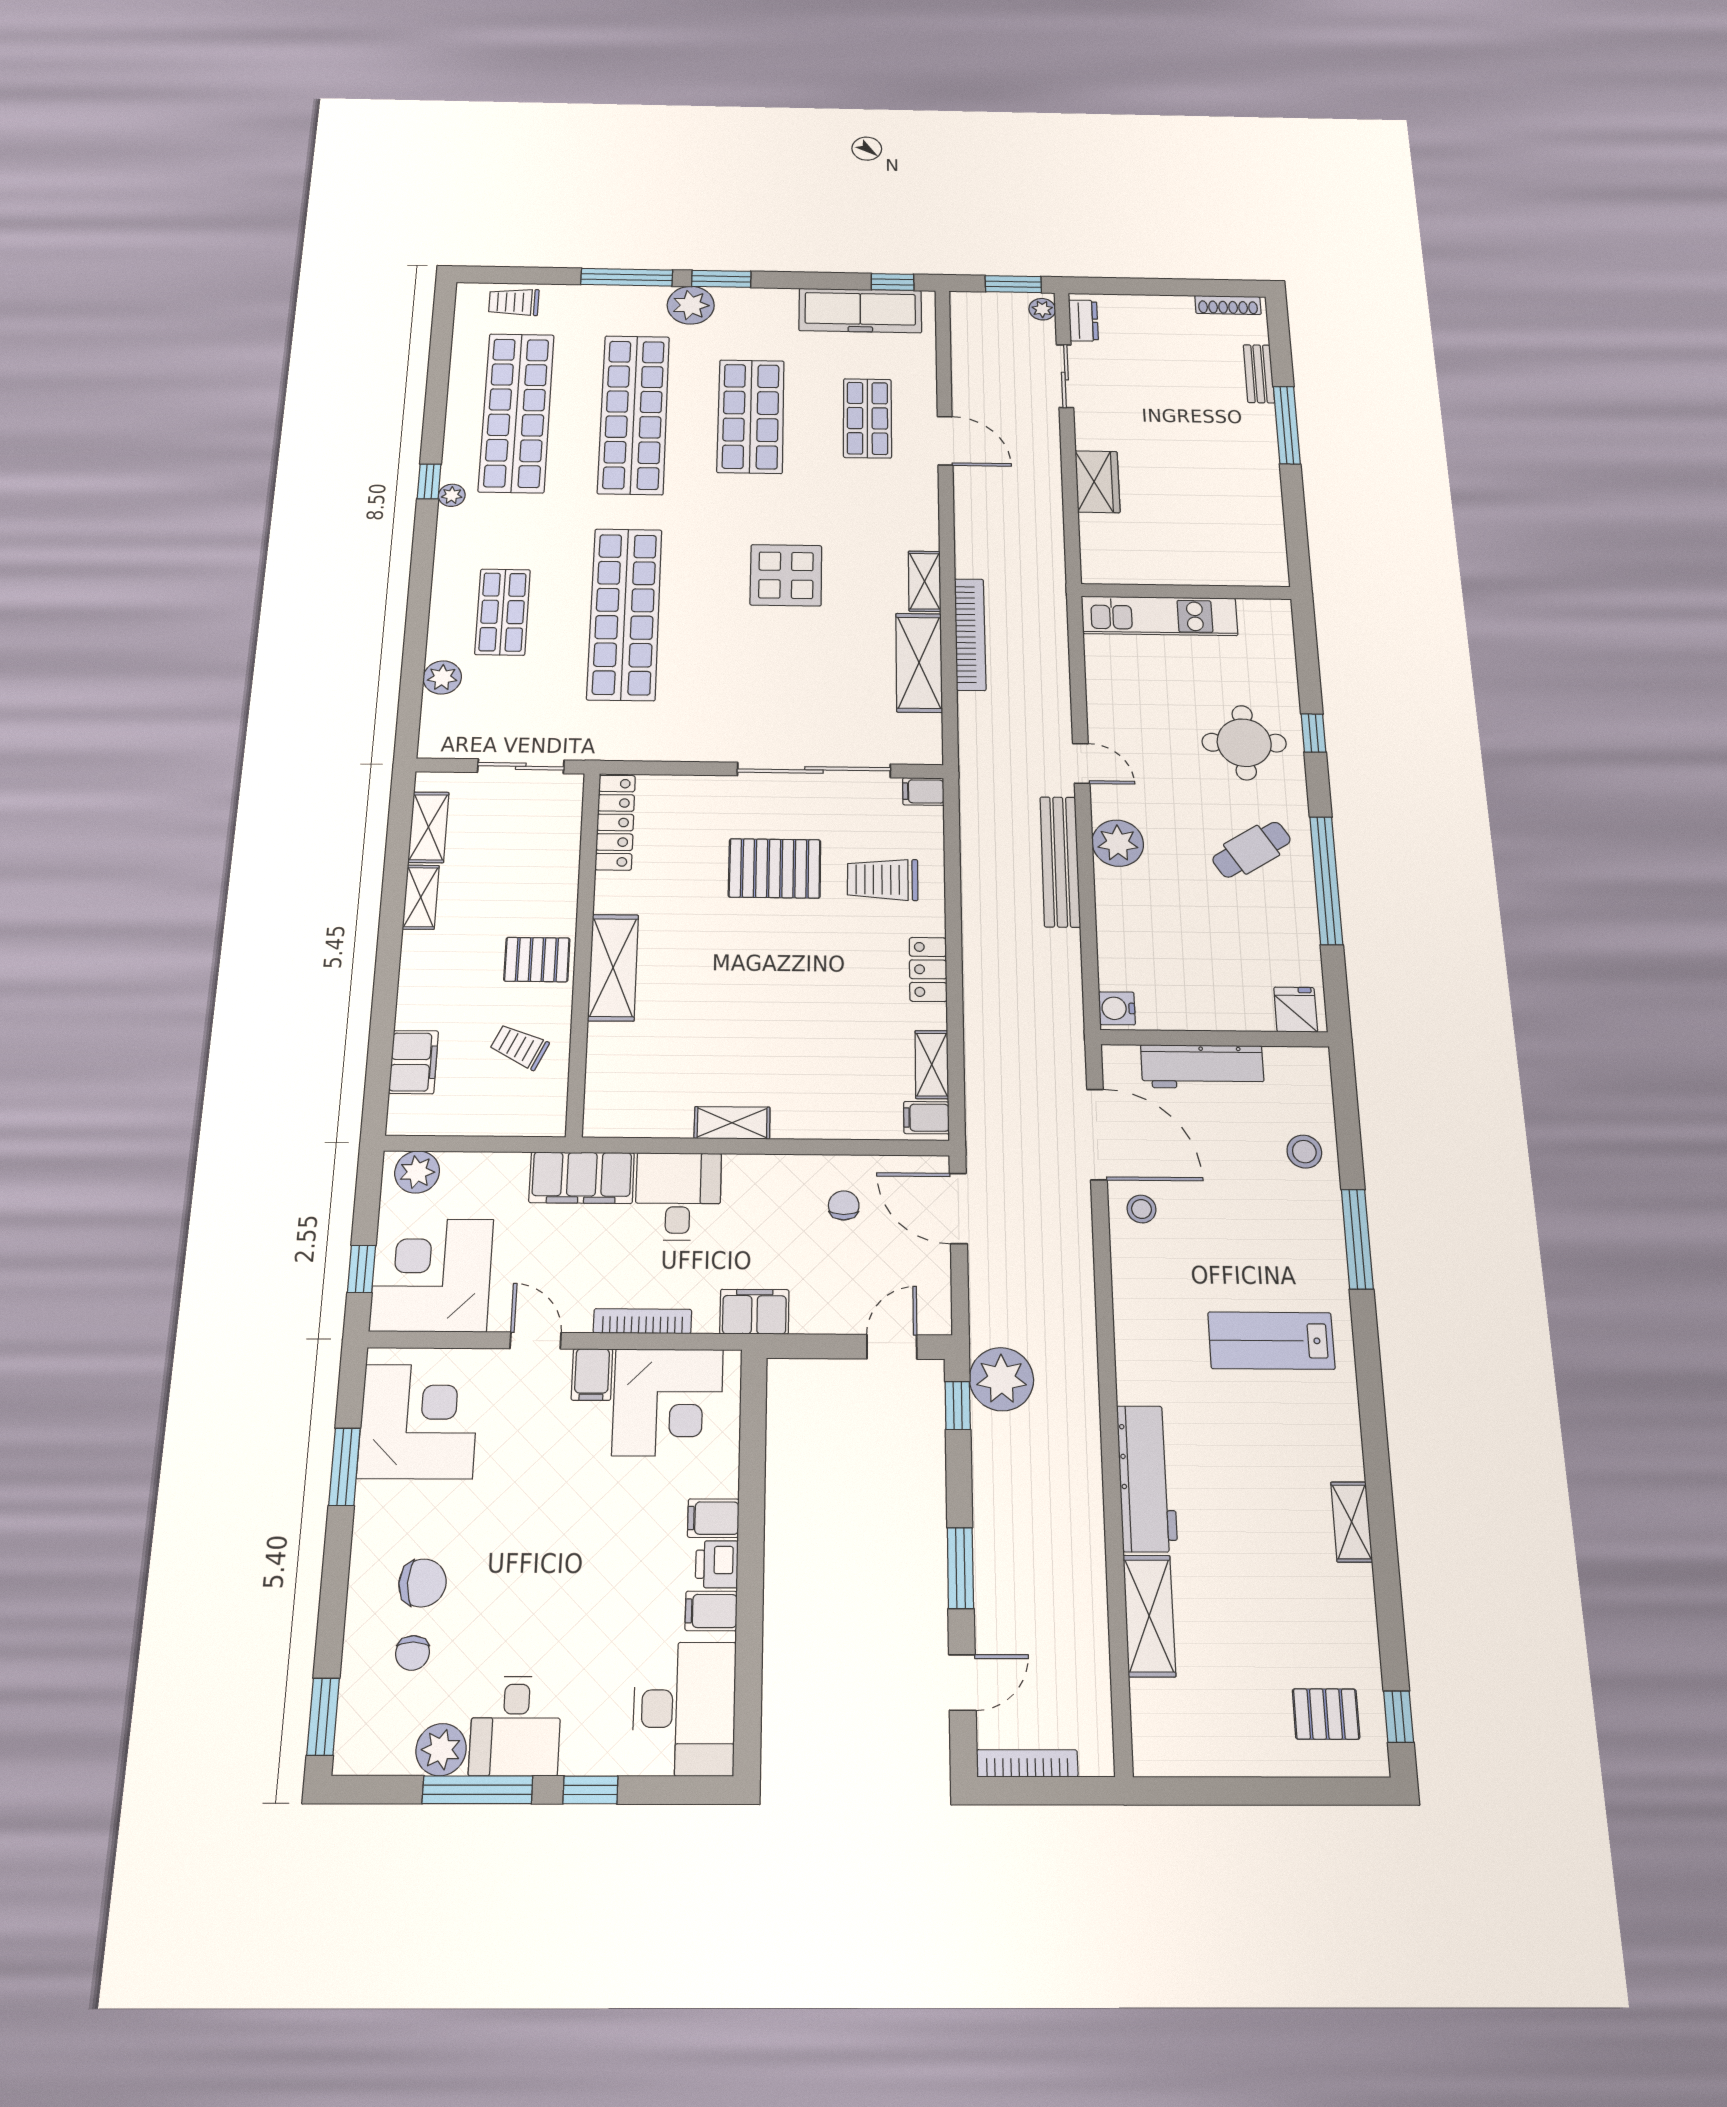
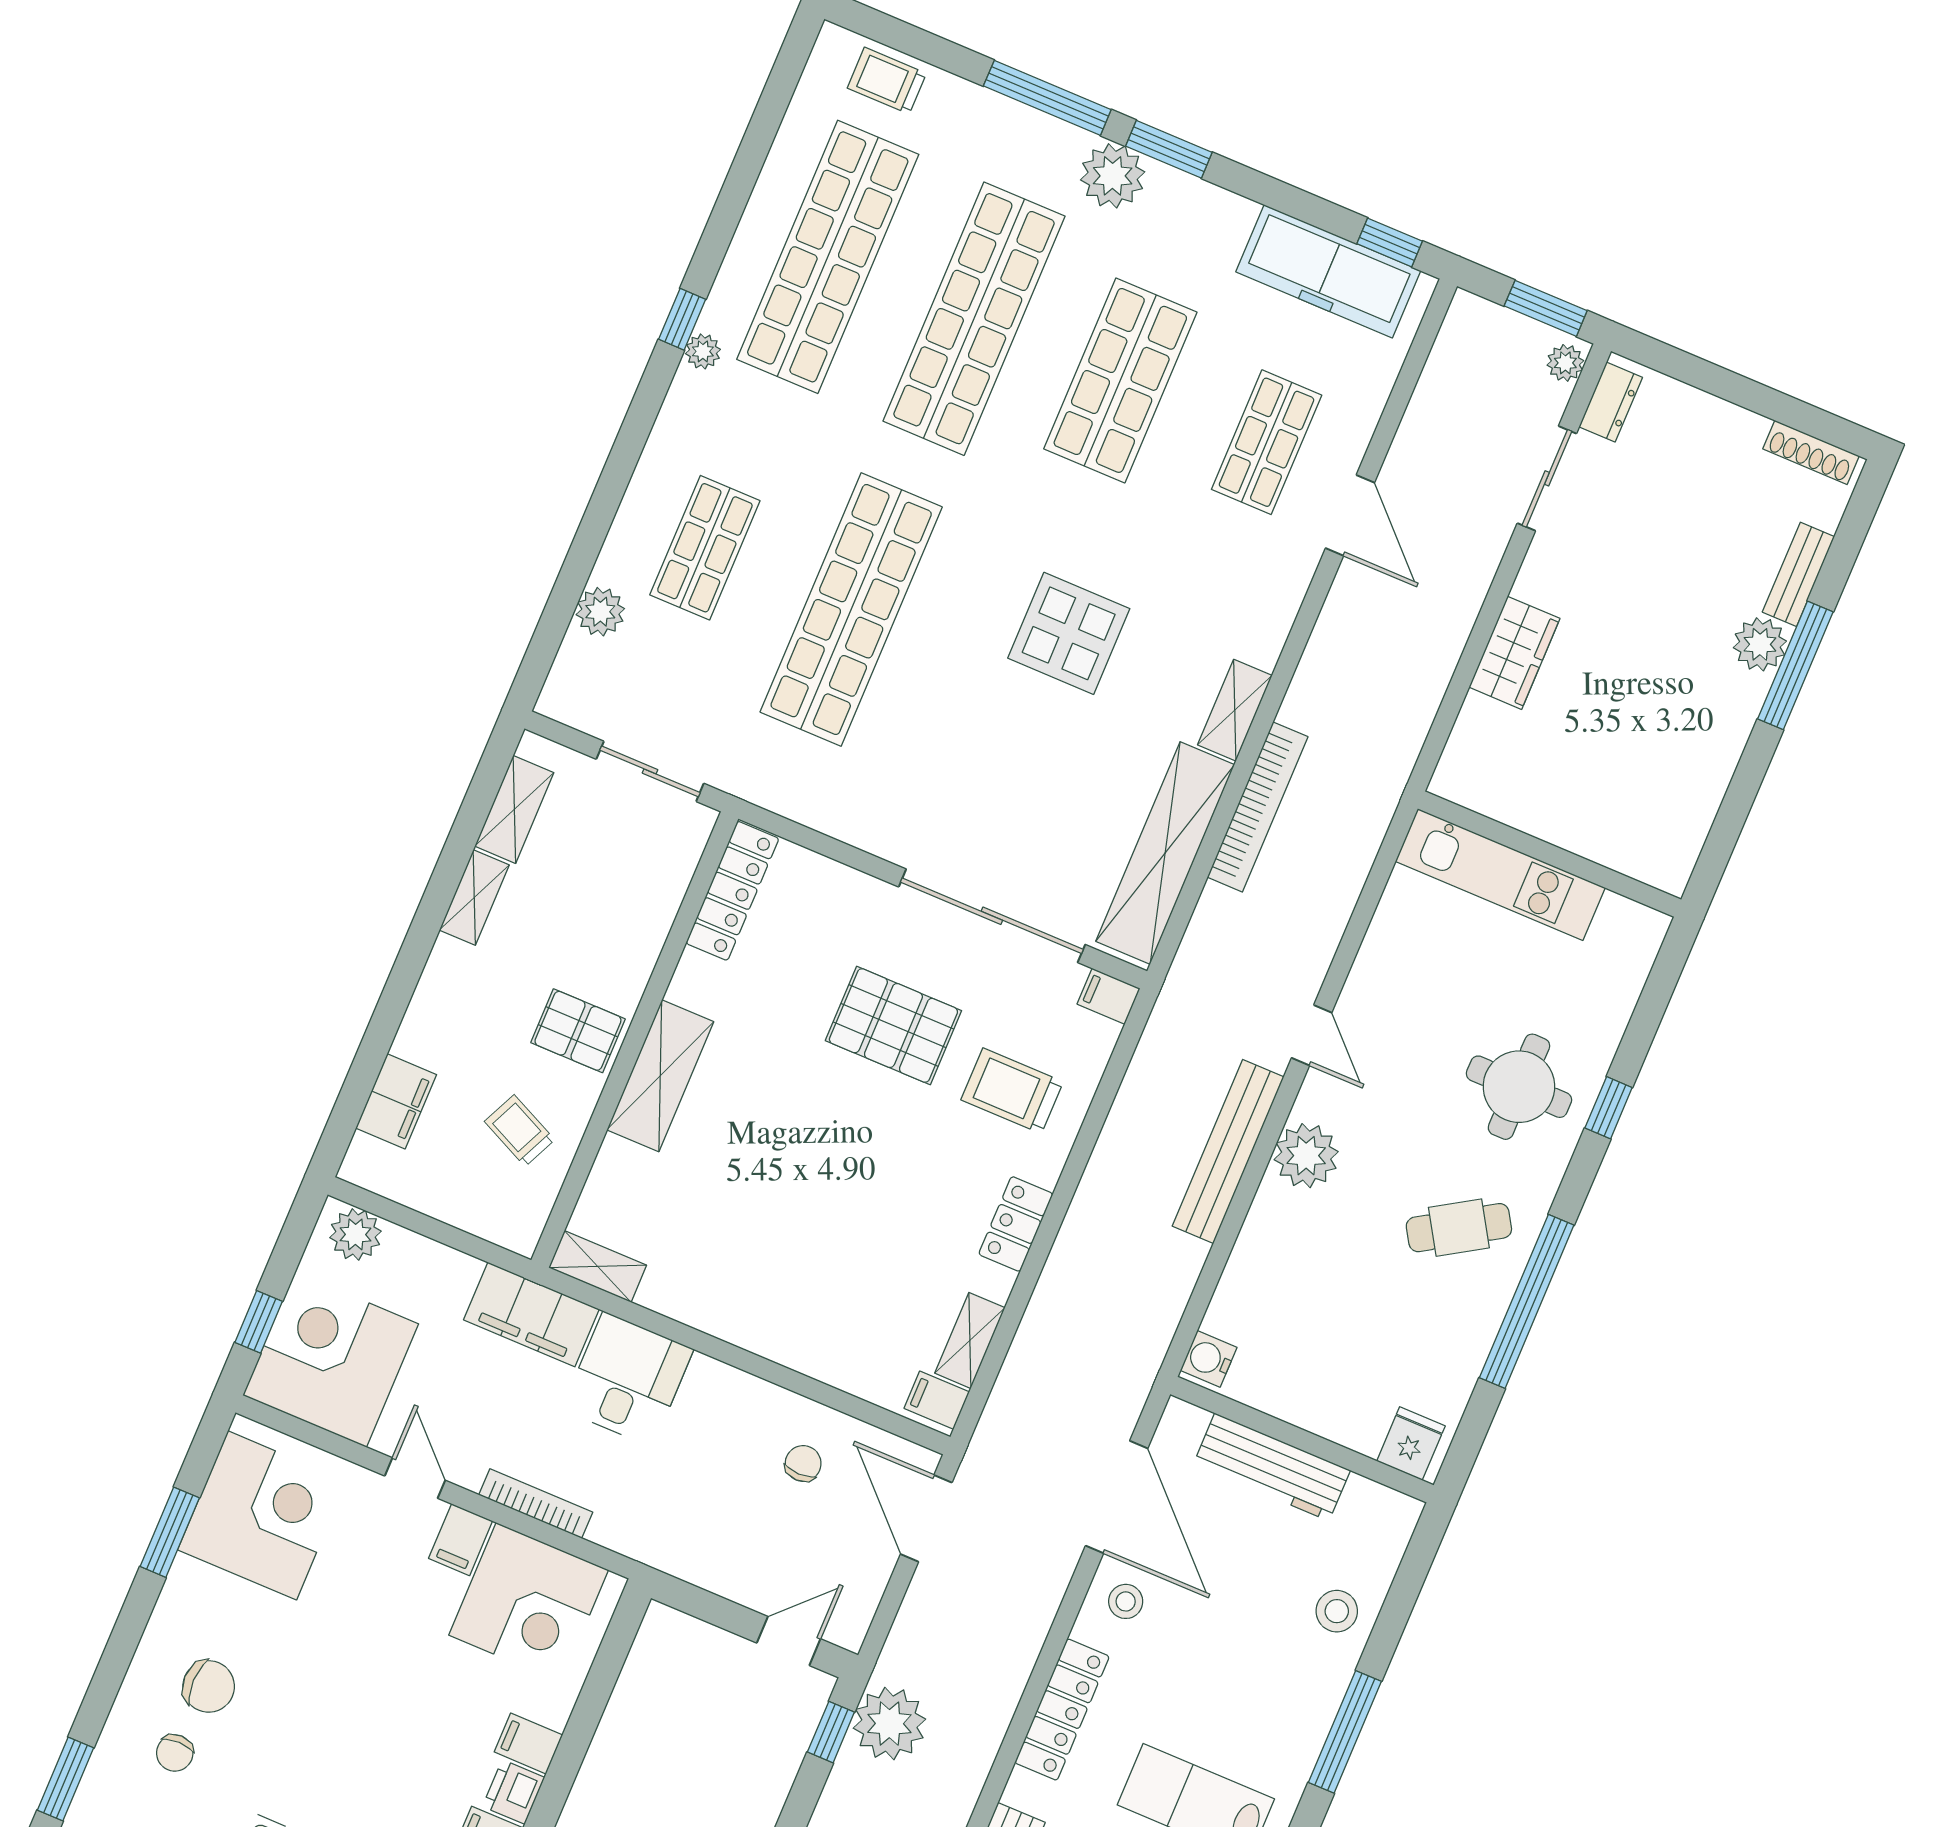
plant: (1257, 421) -> (1760, 644), added
shelving: (919, 663) -> (1165, 853), width x1.47
shelving: (732, 1123) -> (598, 1266), moved
filing cabinet: (754, 1312) -> (658, 1542), removed
locker: (1132, 1312) -> (1062, 1710), added

